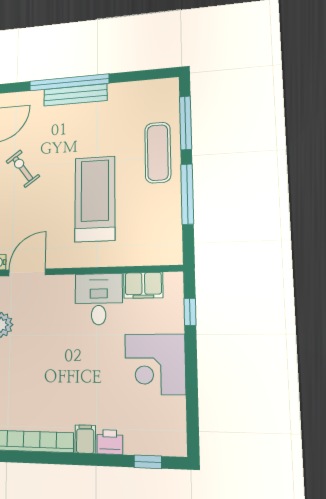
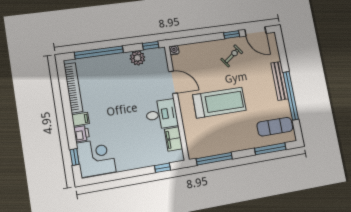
window: (69, 82) -> (291, 96), moved
exercise mat: (158, 153) -> (275, 127), moved
window: (187, 194) -> (214, 159), moved
door: (27, 272) -> (173, 82), moved
corner desk: (155, 364) -> (96, 158), moved, turned 90

